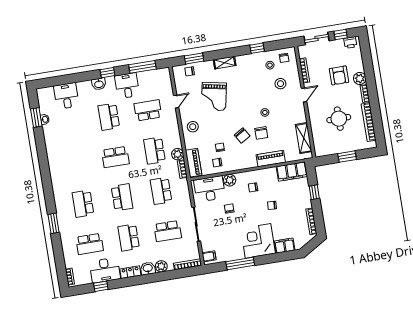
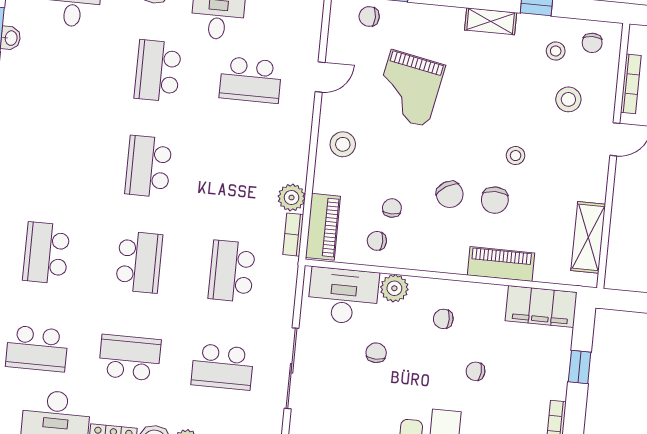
shelving: (225, 63) -> (491, 21), moved
school desk: (148, 110) -> (251, 80), turned 180
school desk: (154, 151) -> (241, 176), removed
school desk: (115, 157) -> (148, 166), turned 90
school desk: (129, 238) -> (130, 358), turned 90

